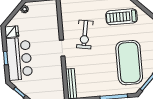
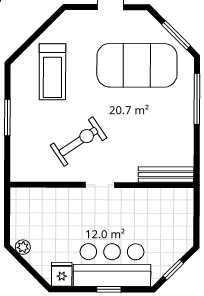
exercise bike: (85, 34) -> (79, 142), turned -44

